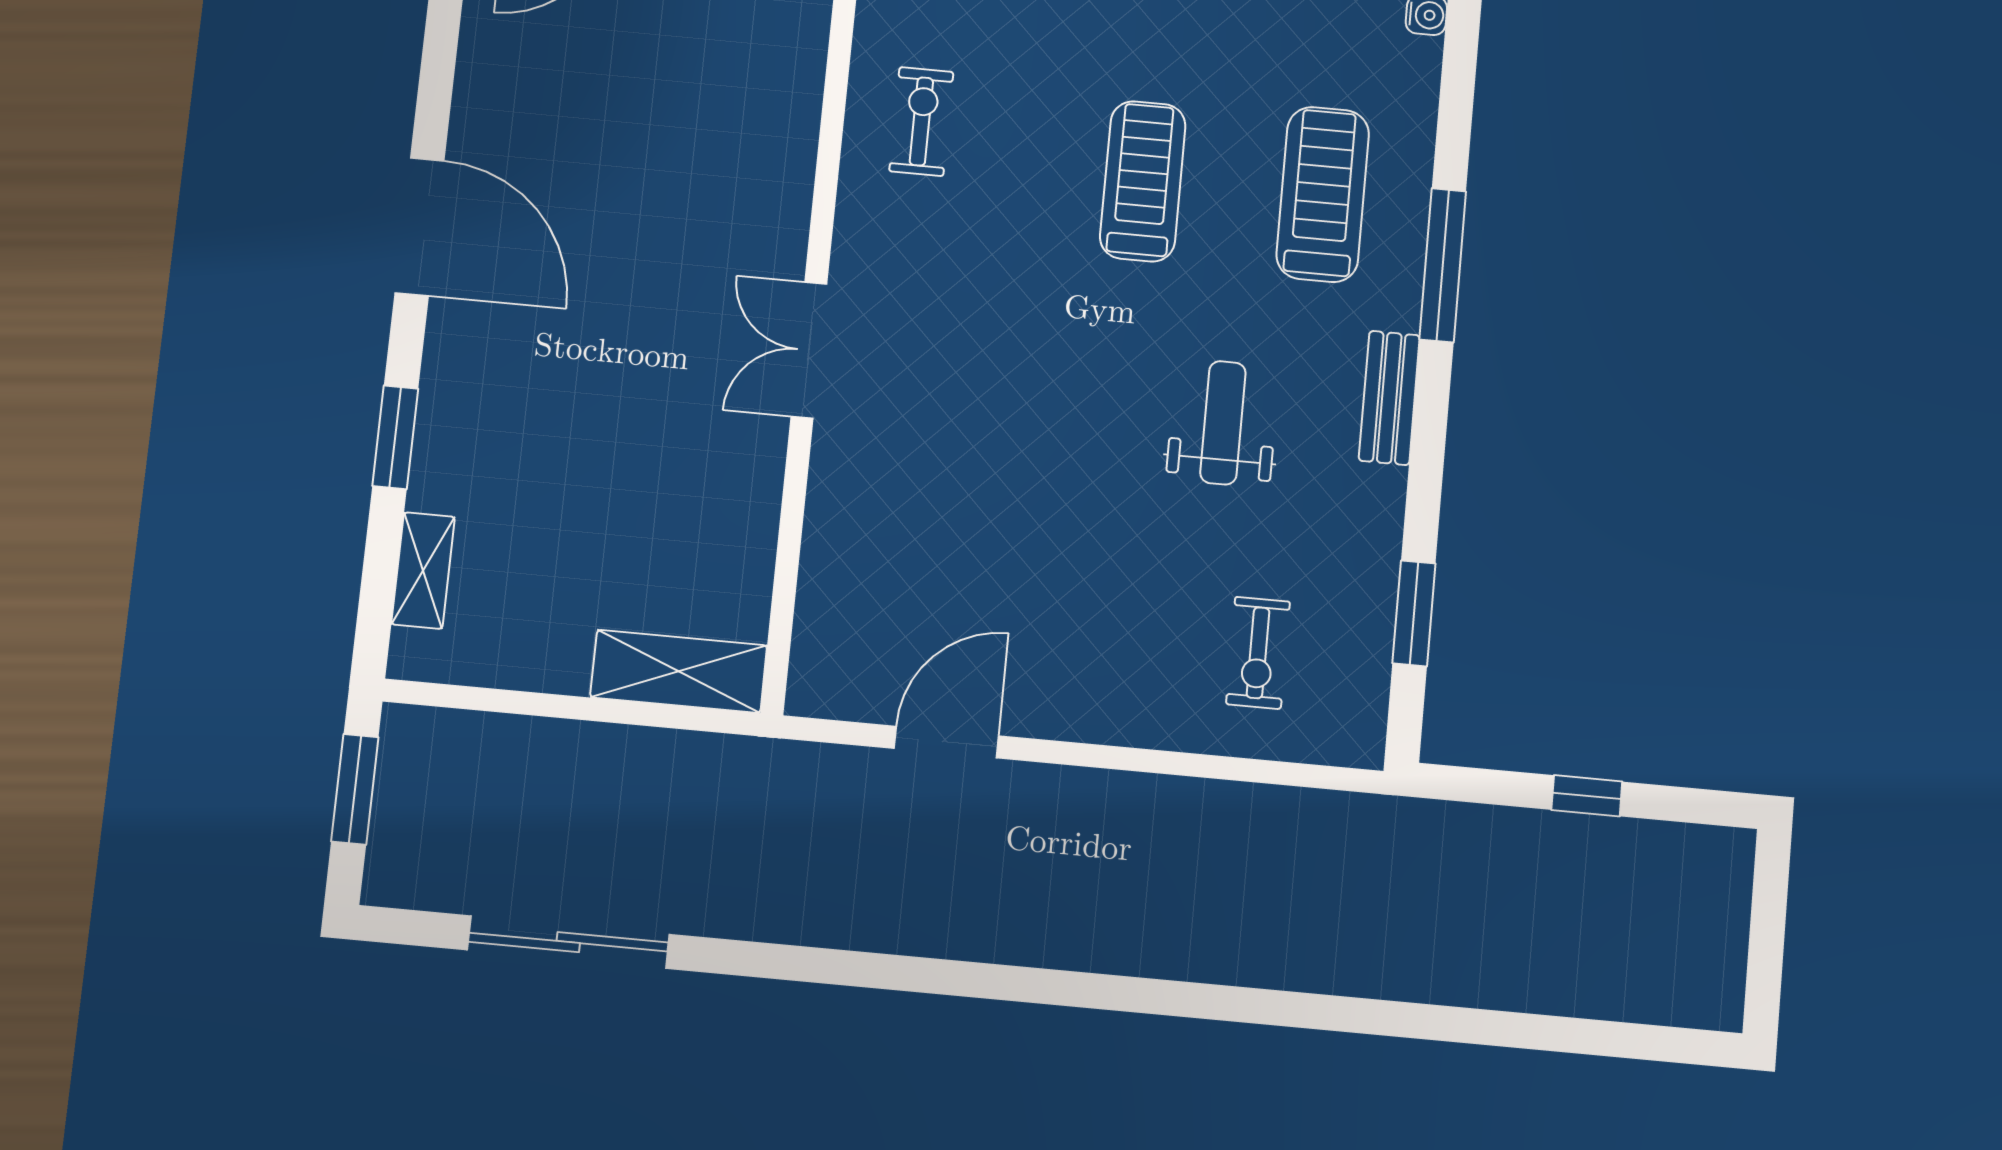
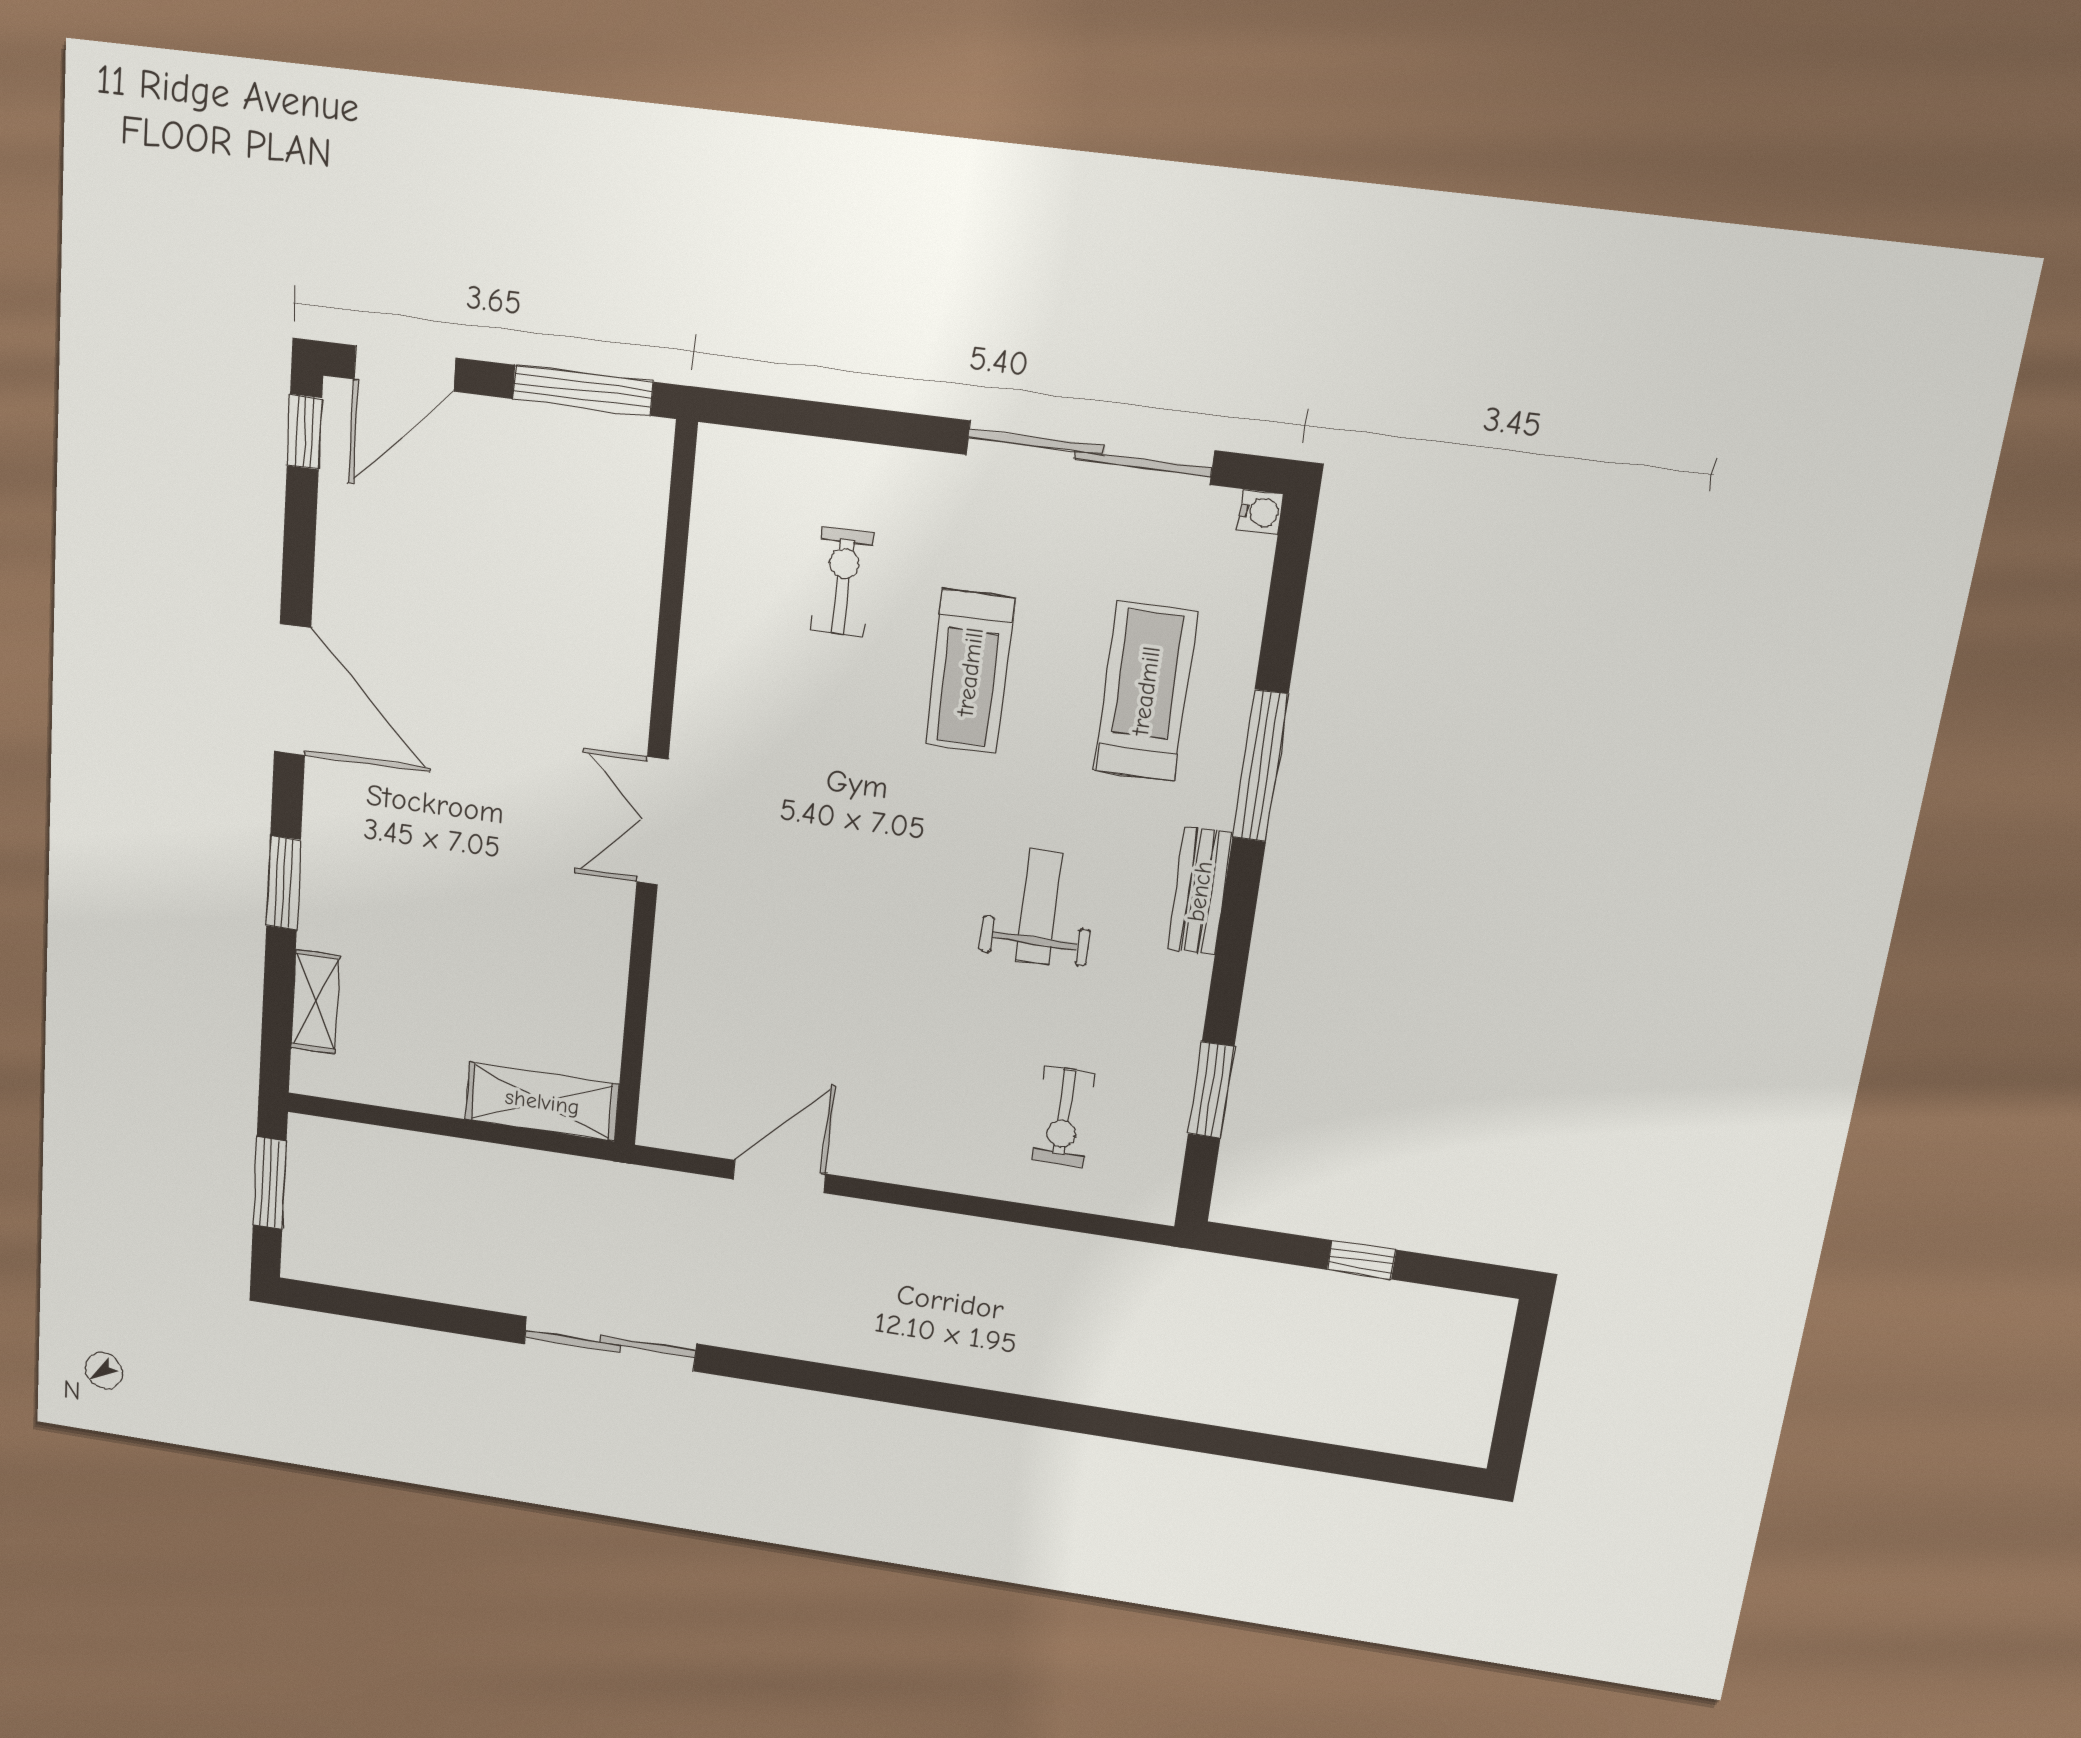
exercise bike: (921, 121) -> (843, 582), moved
treadmill: (1143, 181) -> (970, 672), turned 180
sliding door: (568, 942) -> (610, 1344), moved

